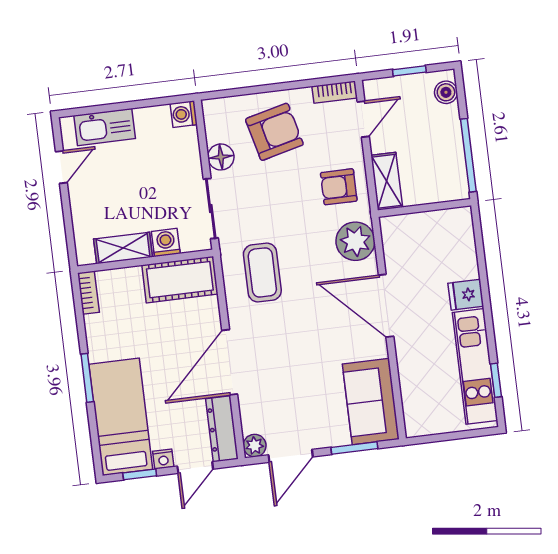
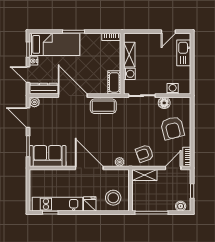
washing machine: (184, 114) -> (173, 89), moved
door: (363, 119) -> (173, 168), swing flipped
door: (61, 167) -> (168, 32), hinge flipped
armchair: (339, 187) -> (145, 154), turned -110
plant: (355, 241) -> (120, 162), width x0.53, depth x0.53
stool: (446, 244) -> (113, 198), added
coffee table: (262, 272) -> (103, 106), moved
cot: (180, 280) -> (114, 82), width x0.73, depth x0.75
door: (386, 306) -> (89, 168), hinge flipped

